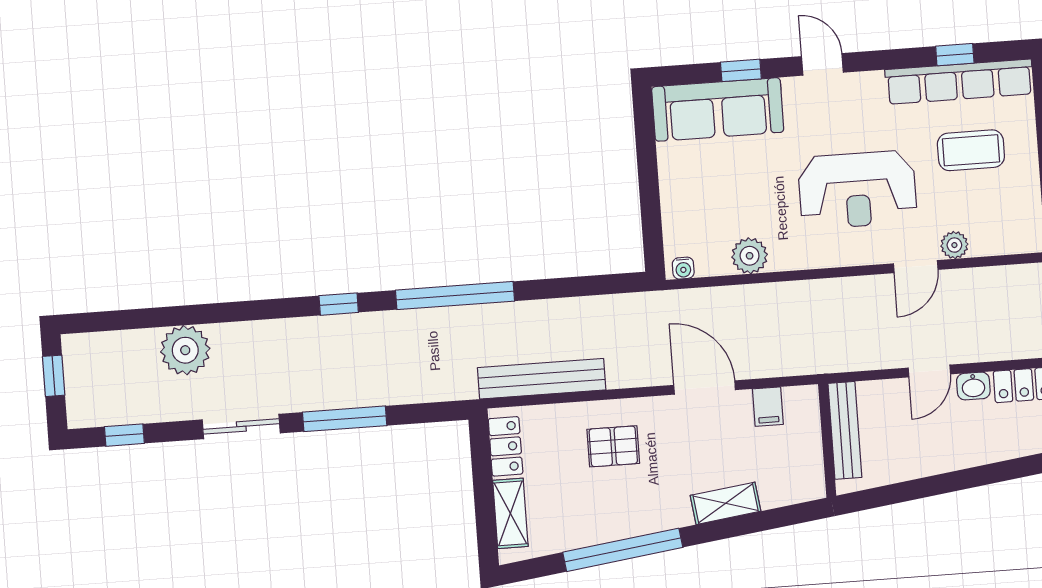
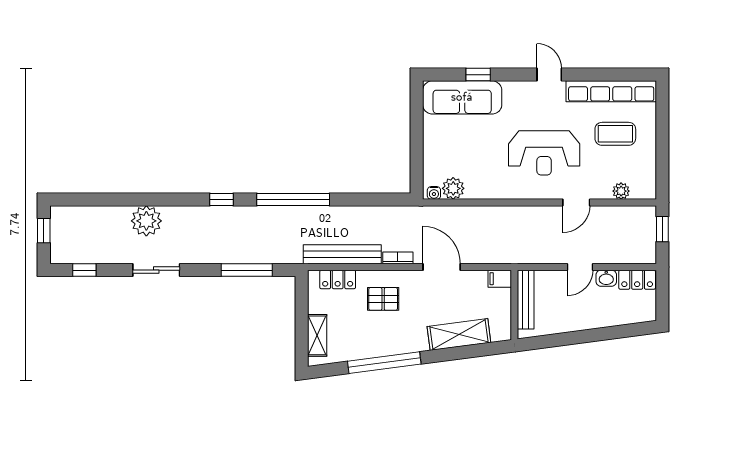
window: (955, 55) -> (610, 75), removed
door: (822, 64) -> (549, 75), moved
plant: (954, 245) -> (621, 191), moved
plant: (750, 256) -> (453, 188), moved
plant: (185, 350) -> (146, 221), moved
bookcase: (632, 378) -> (398, 258), added
filing cabinet: (768, 407) -> (500, 279), moved, turned 90
window: (345, 419) -> (247, 270), moved
locker: (506, 446) -> (338, 279), moved, turned 90
shelving: (726, 503) -> (459, 335), width x1.50, depth x1.33

